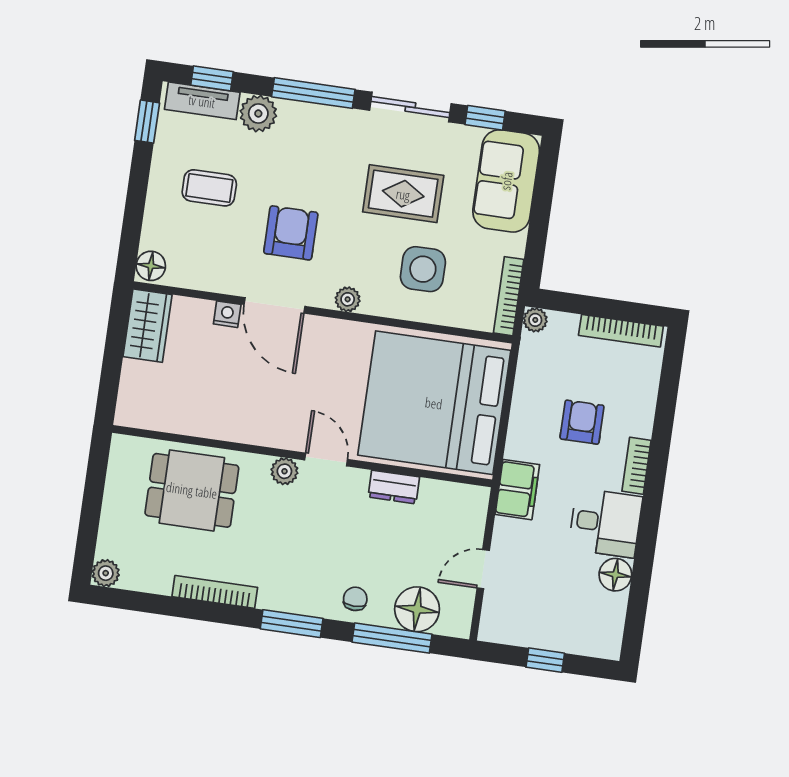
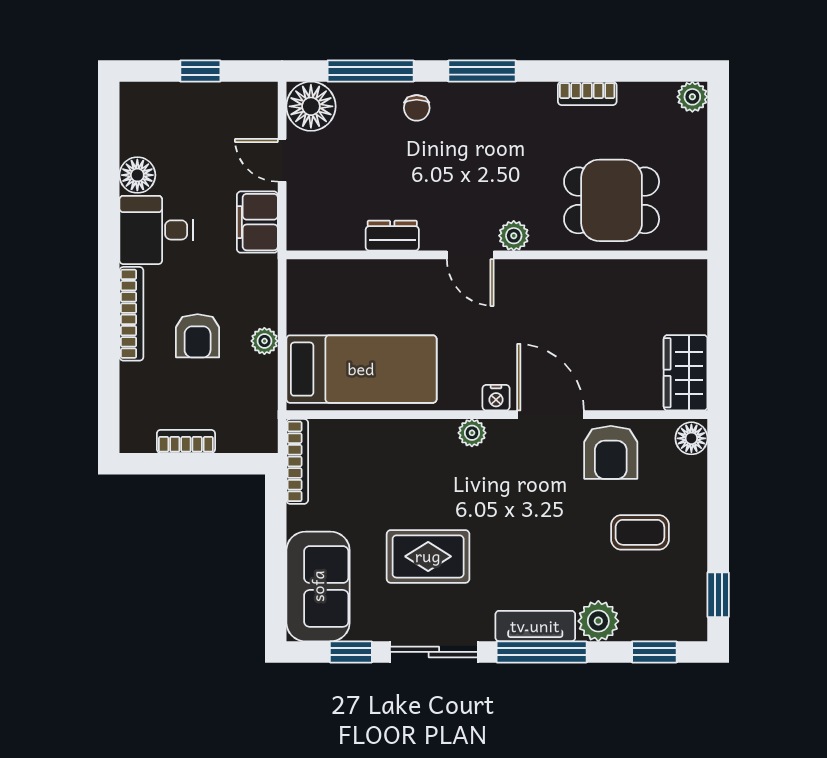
tv unit: (202, 101) -> (535, 626), moved
armchair: (291, 233) -> (611, 452), moved
side table: (423, 269) -> (395, 477), removed
nightstand: (227, 314) -> (496, 398), moved
plant: (535, 320) -> (264, 341), moved
bookcase: (621, 331) -> (186, 441), width x0.64
bed: (434, 403) -> (361, 369), width x0.49
bookcase: (636, 466) -> (131, 314), width x1.56
filing cabinet: (517, 490) -> (257, 222), moved
door: (483, 569) -> (282, 160), swing flipped
bookcase: (215, 592) -> (587, 93), width x0.64
floor lamp: (417, 609) -> (311, 106), moved

